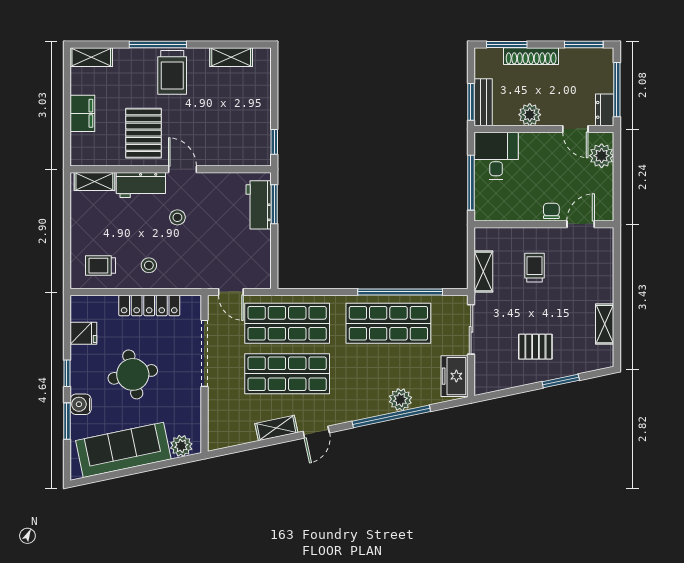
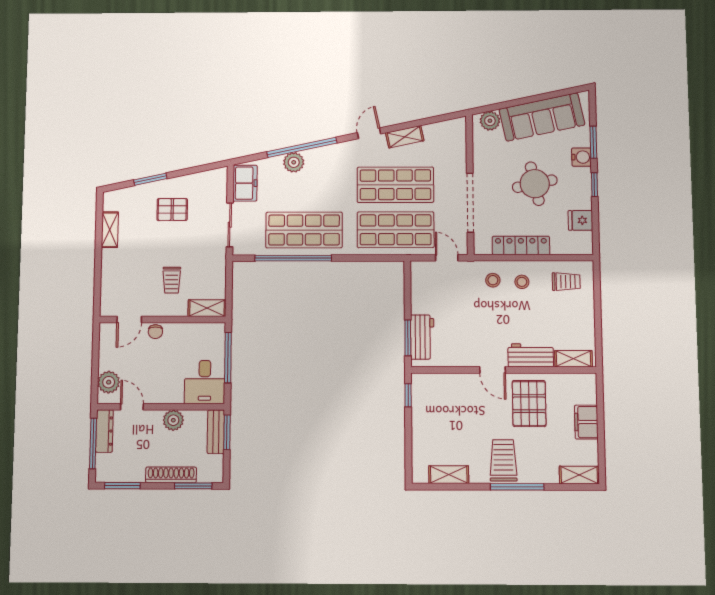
dresser: (605, 110) -> (104, 431), width x1.44
stool: (177, 217) -> (493, 280), moved
shelving: (483, 272) -> (207, 308), moved, turned 90

